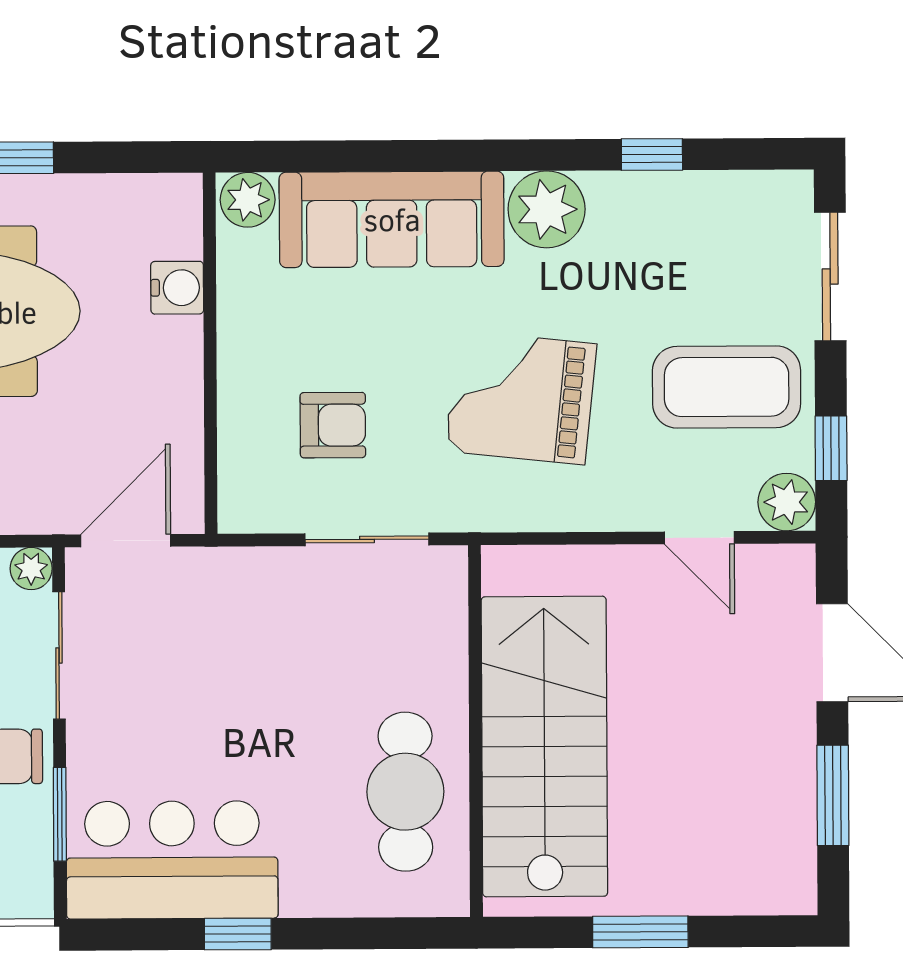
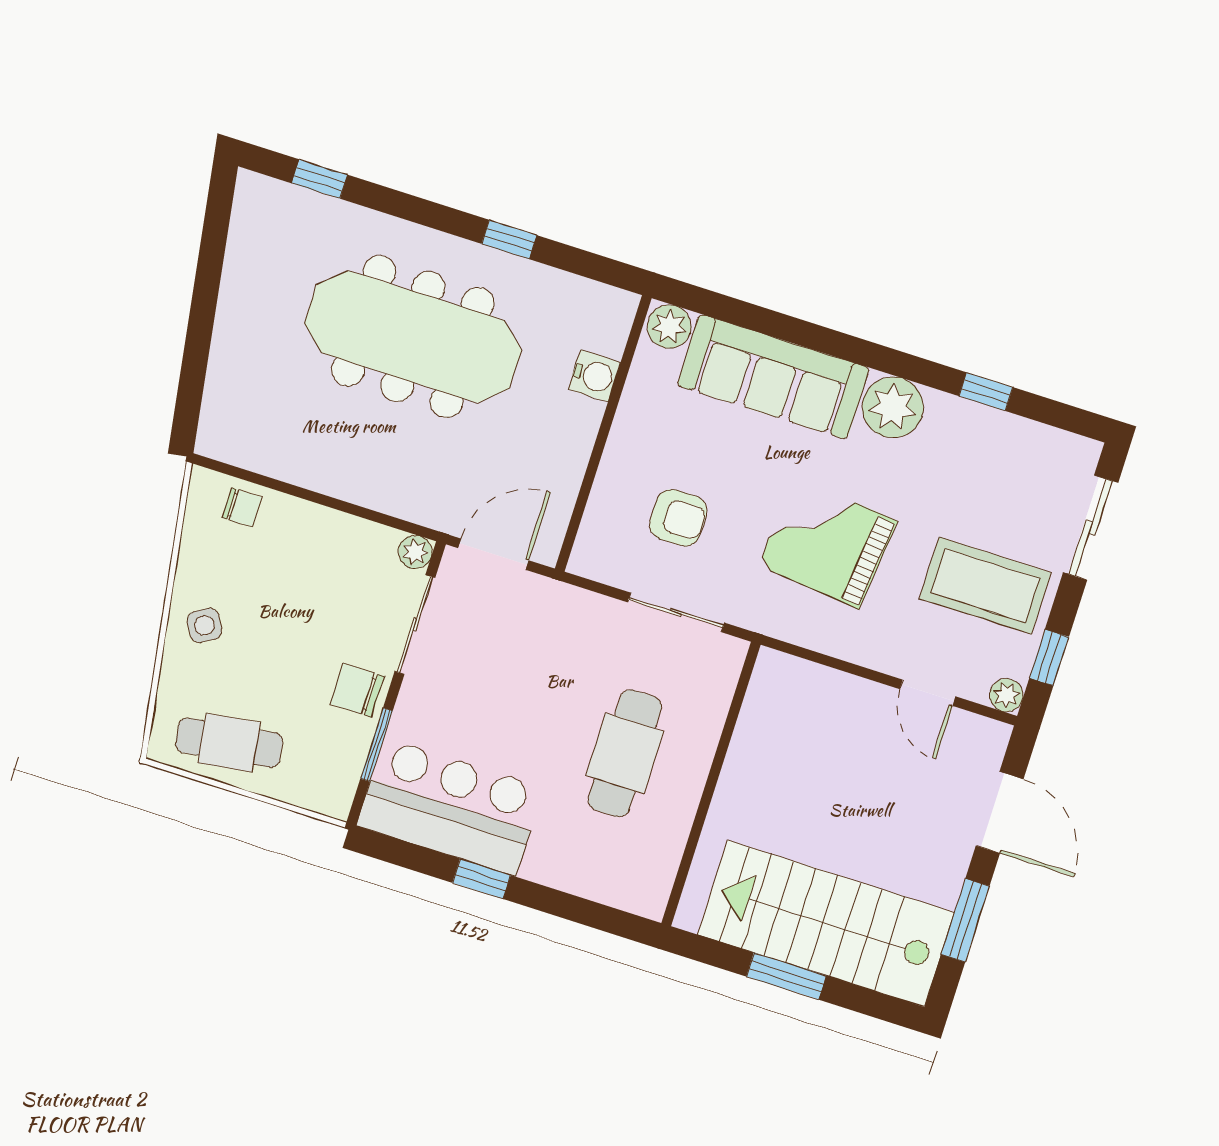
plant: (787, 502) -> (1006, 695), width x0.73, depth x0.73
stairs: (544, 746) -> (826, 924), moved, turned -90
cafe table: (405, 792) -> (625, 753), moved

